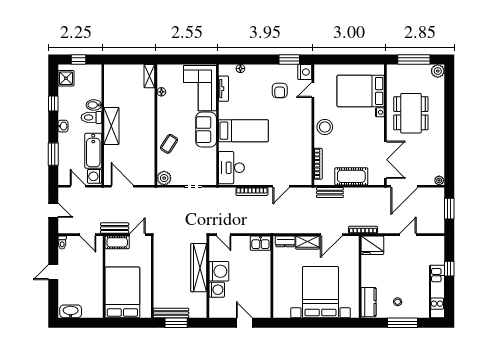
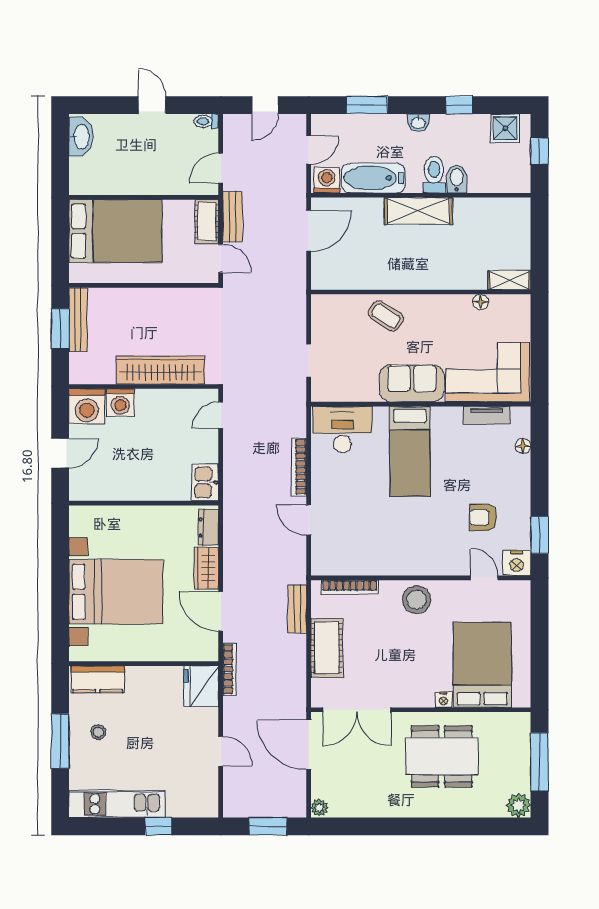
plant: (164, 178) -> (324, 307), removed
washing machine: (219, 271) -> (87, 407), moved

